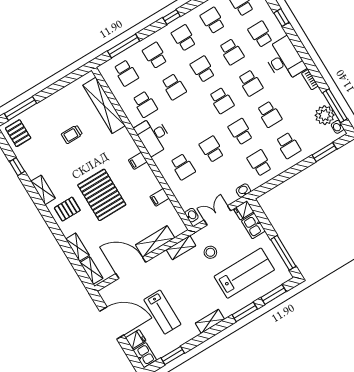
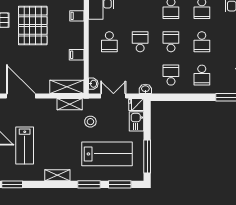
shelving: (155, 241) -> (67, 87), moved

